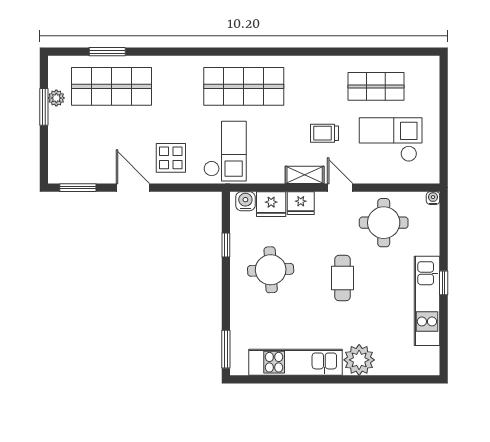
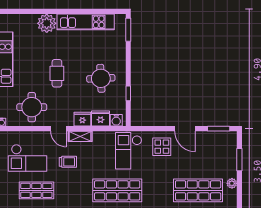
window: (44, 107) -> (239, 160), moved

